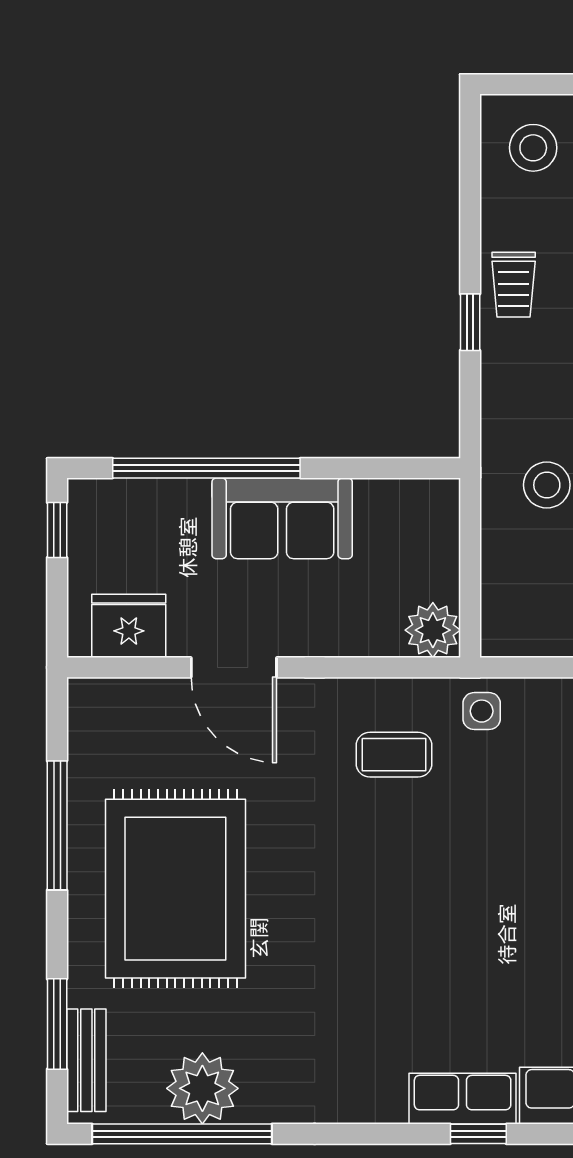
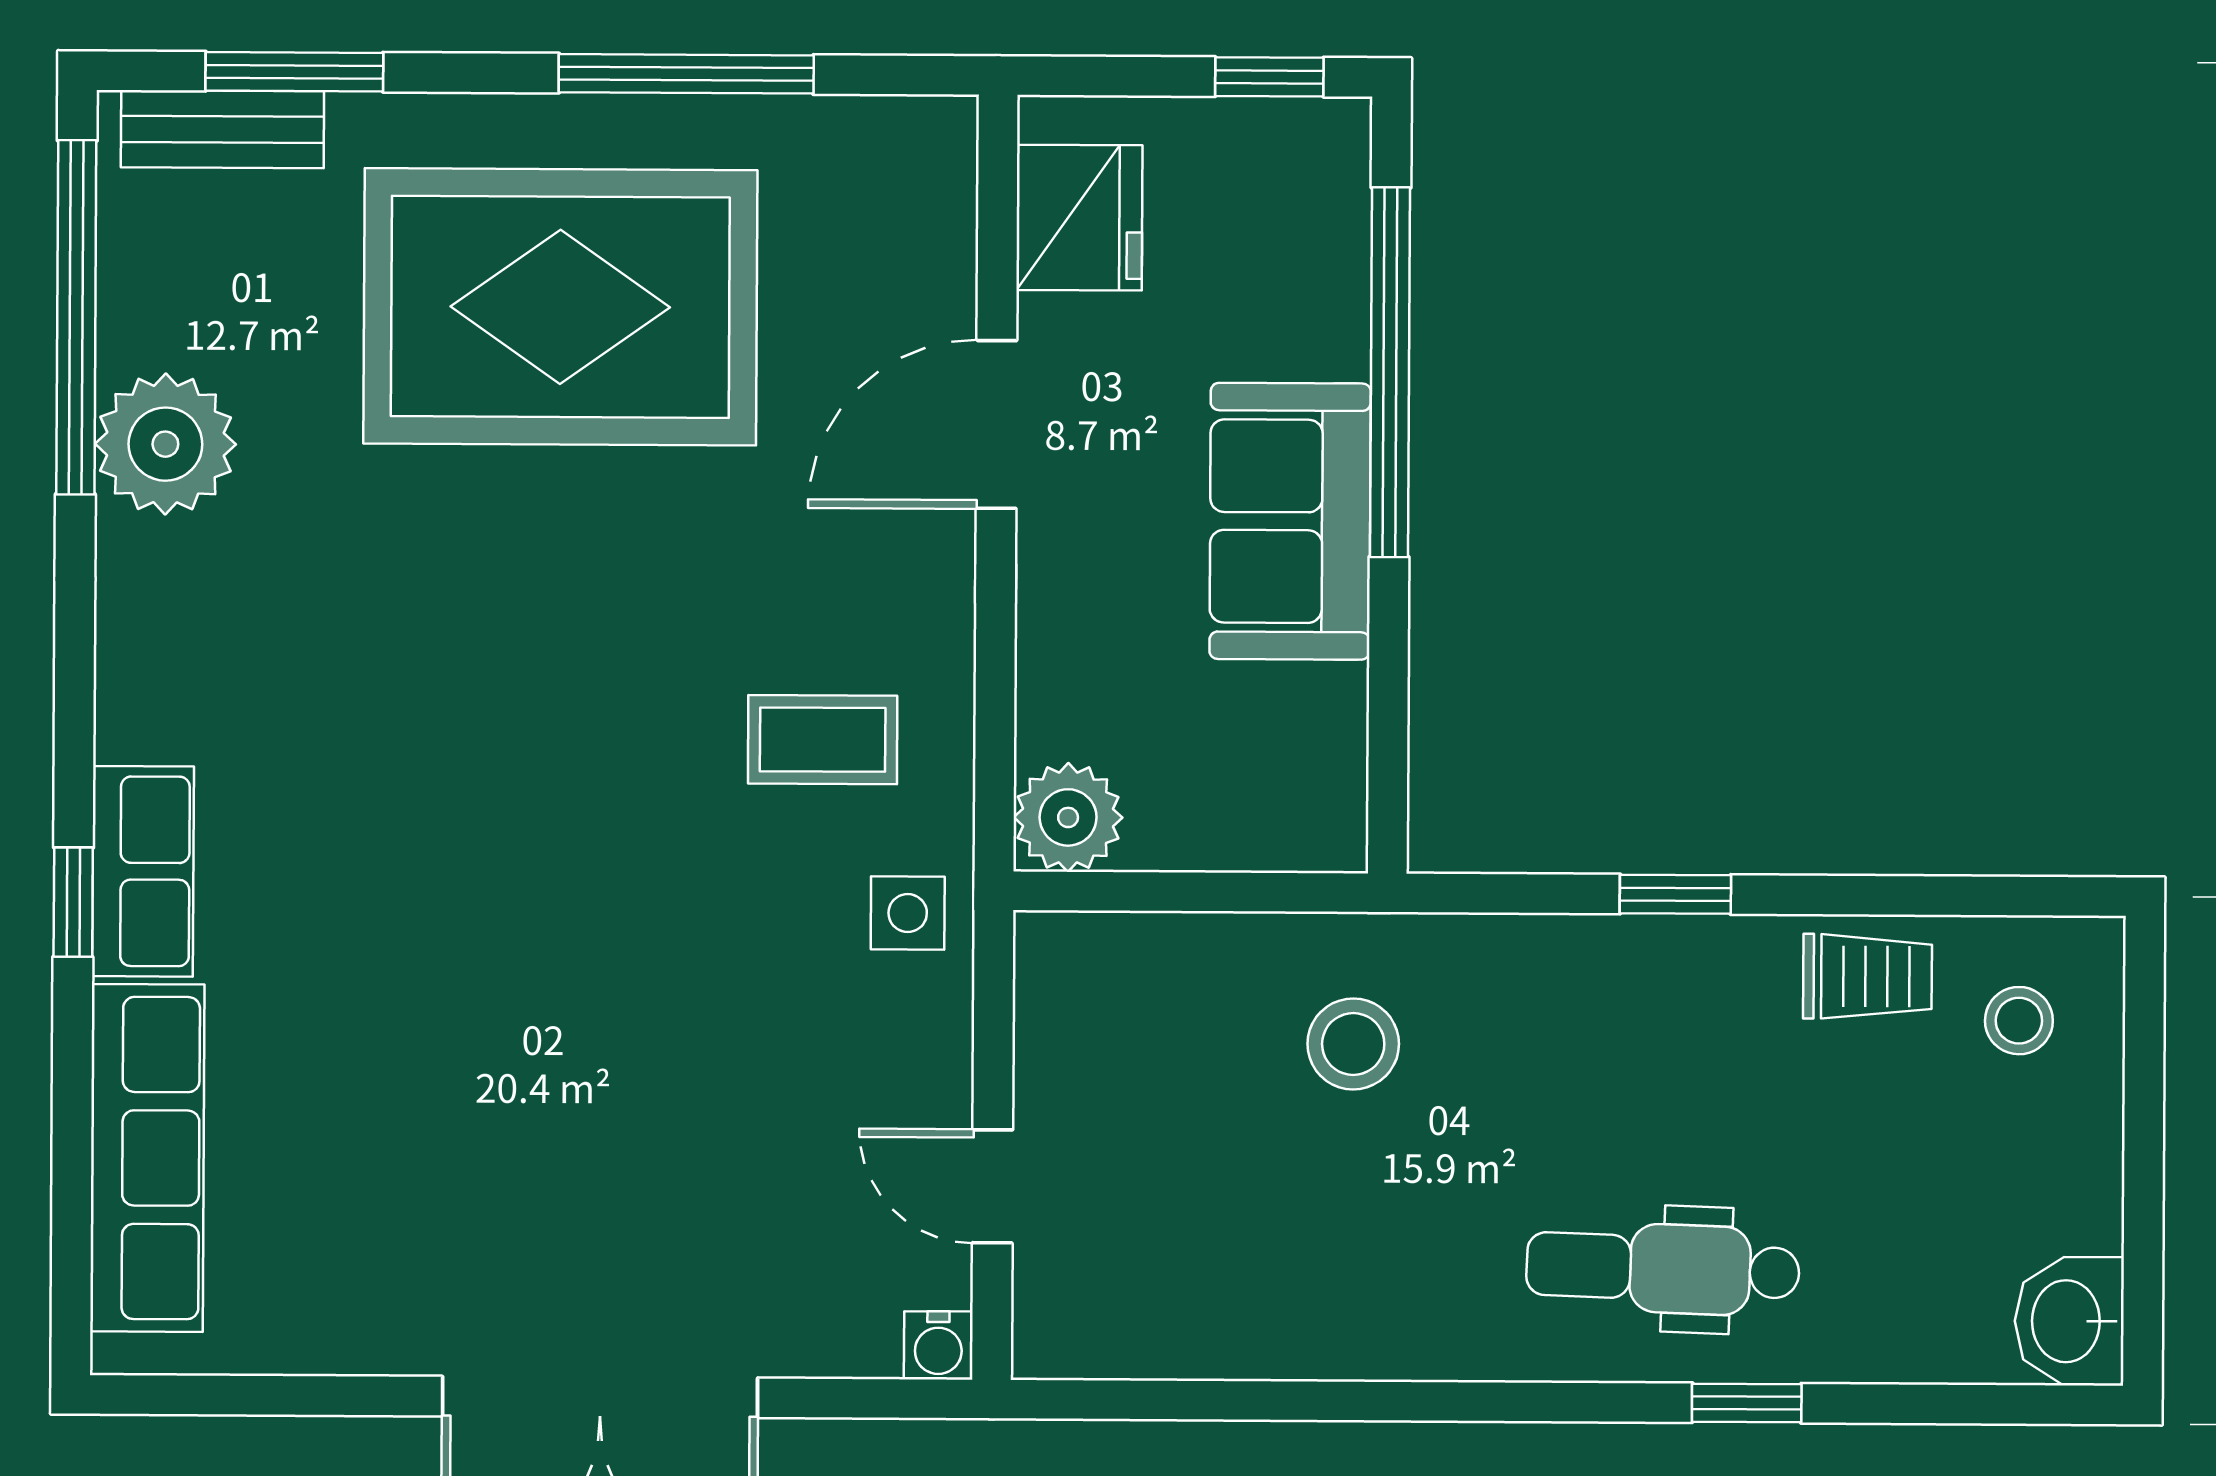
stool: (533, 148) -> (2019, 1021), width x0.73, depth x0.73
trolley: (514, 285) -> (1868, 976), moved, turned 180
coffee table: (394, 755) -> (823, 740), turned 90
plant: (202, 1088) -> (165, 444), moved

